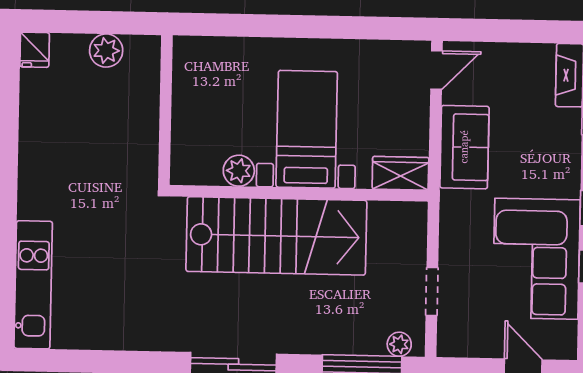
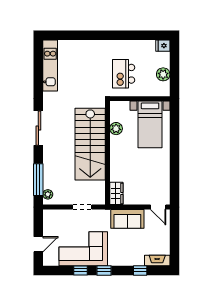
bed with nightstands: (307, 129) -> (150, 124), moved, turned 90
kitchen island: (103, 149) -> (124, 74), added
kitchen unit: (33, 285) -> (50, 65), moved, turned -90
doorway: (432, 292) -> (82, 207), moved

